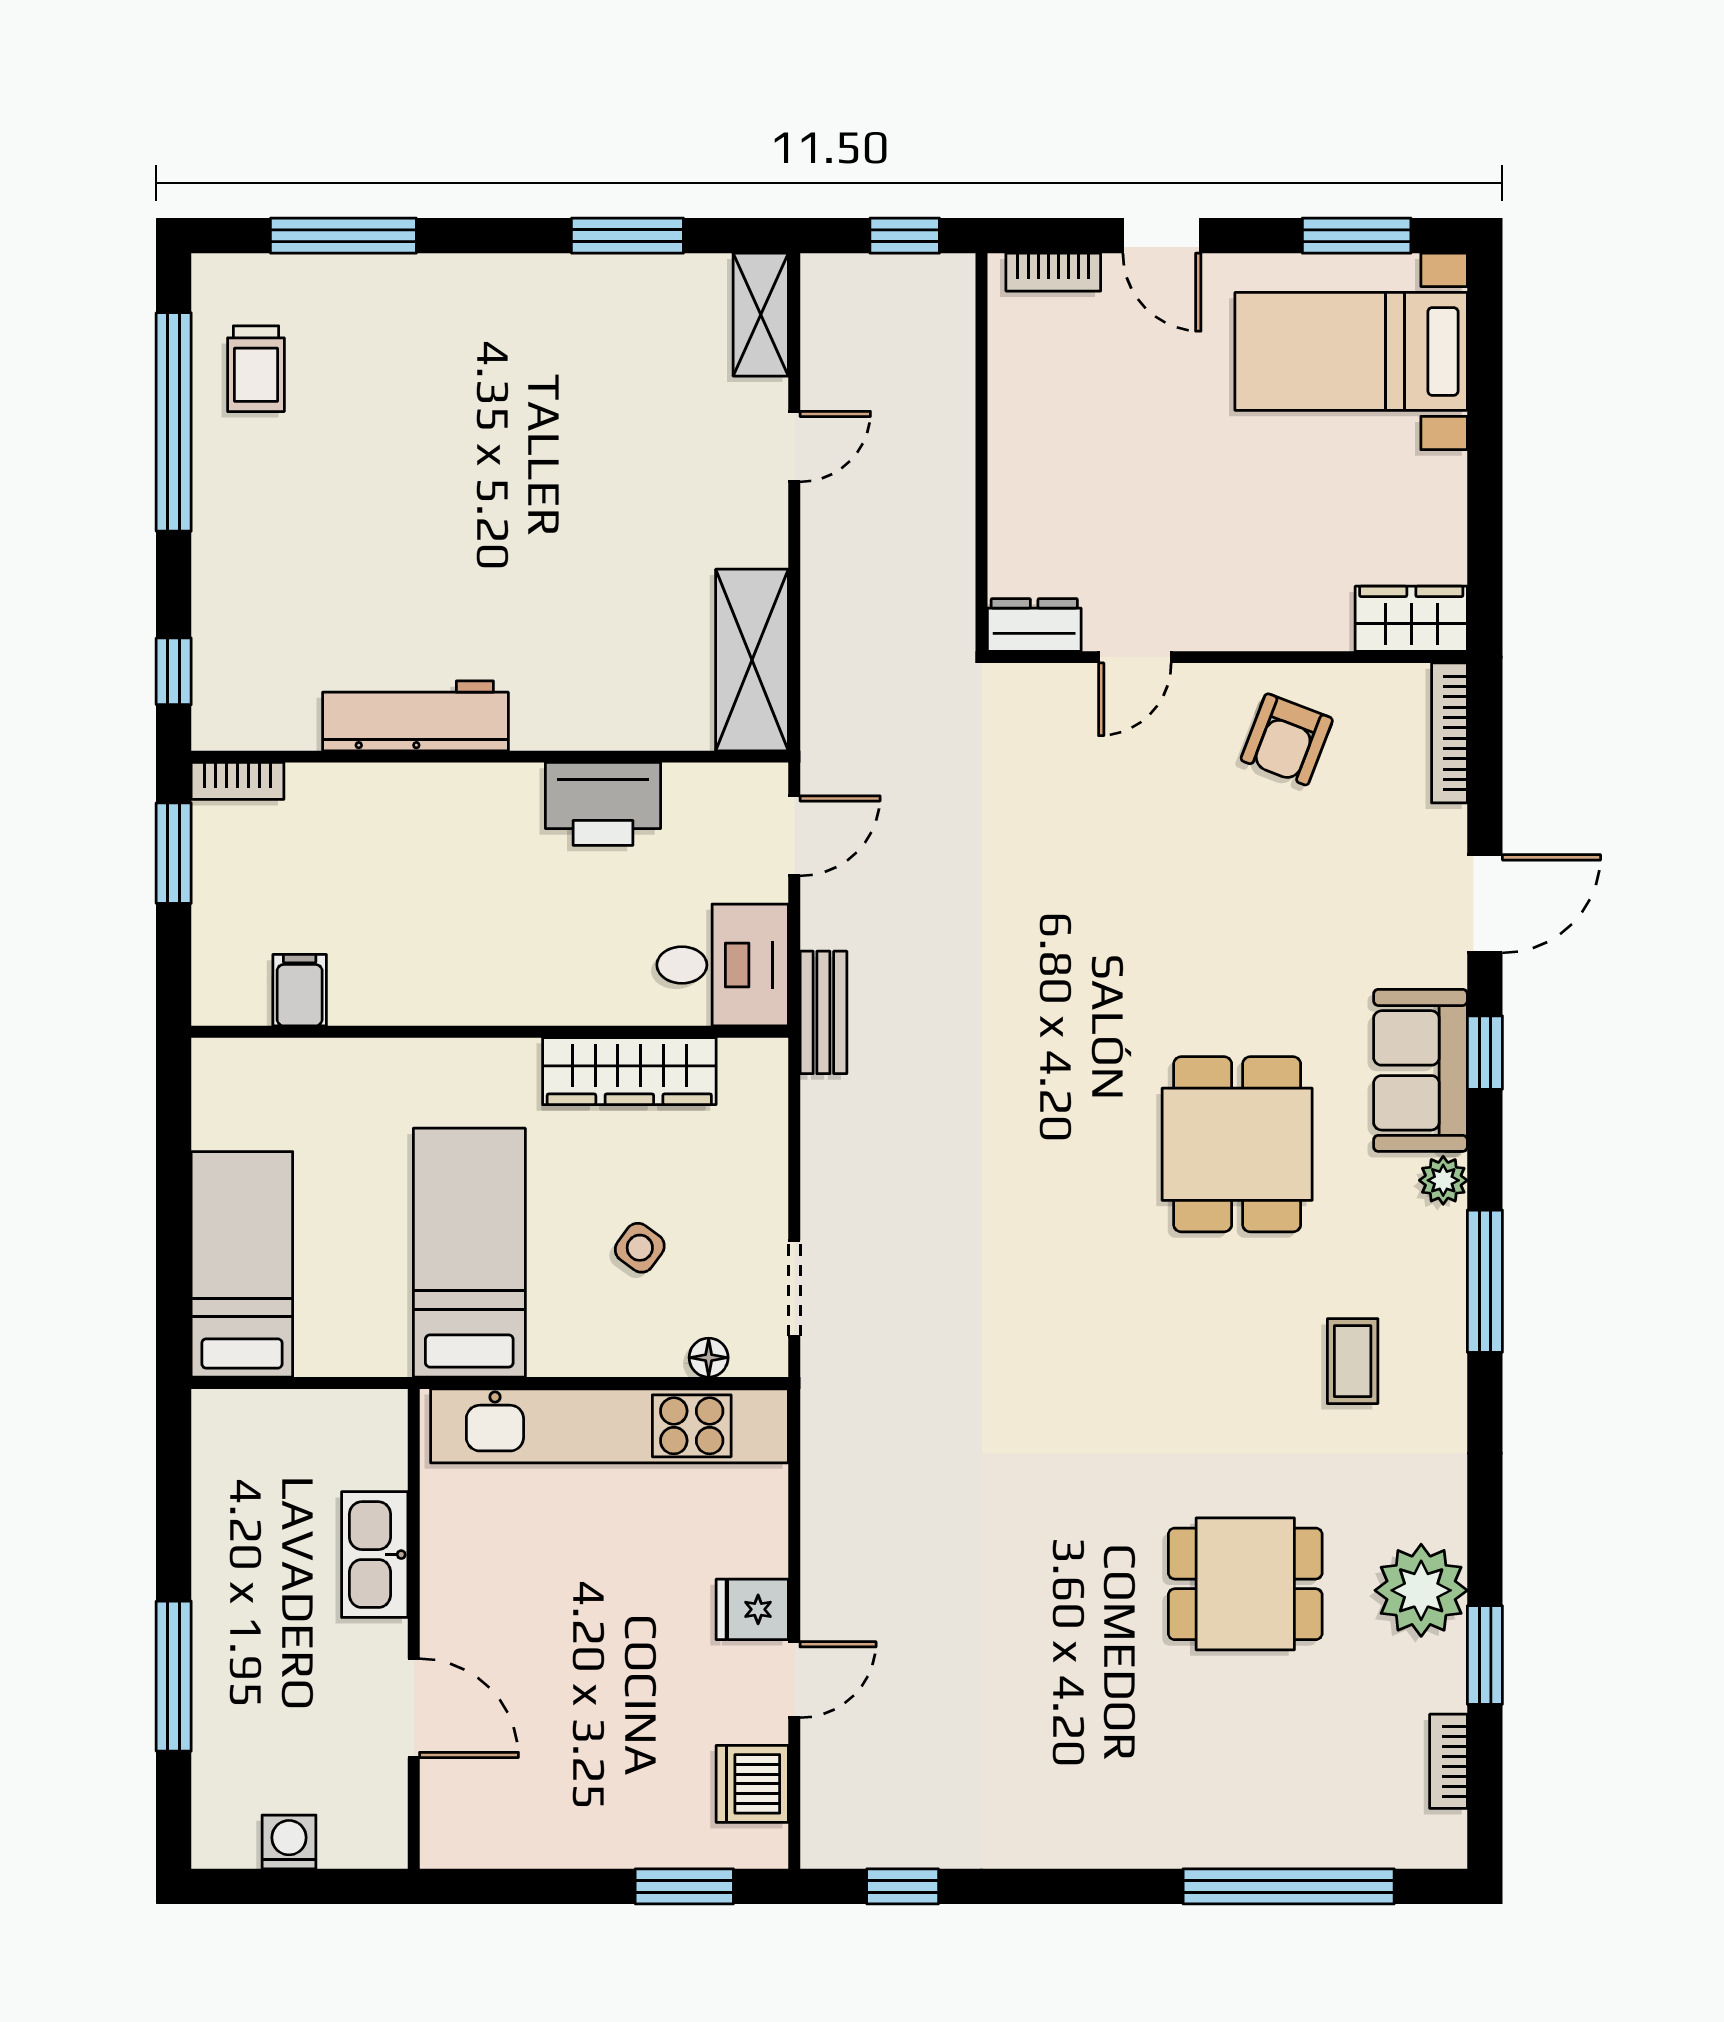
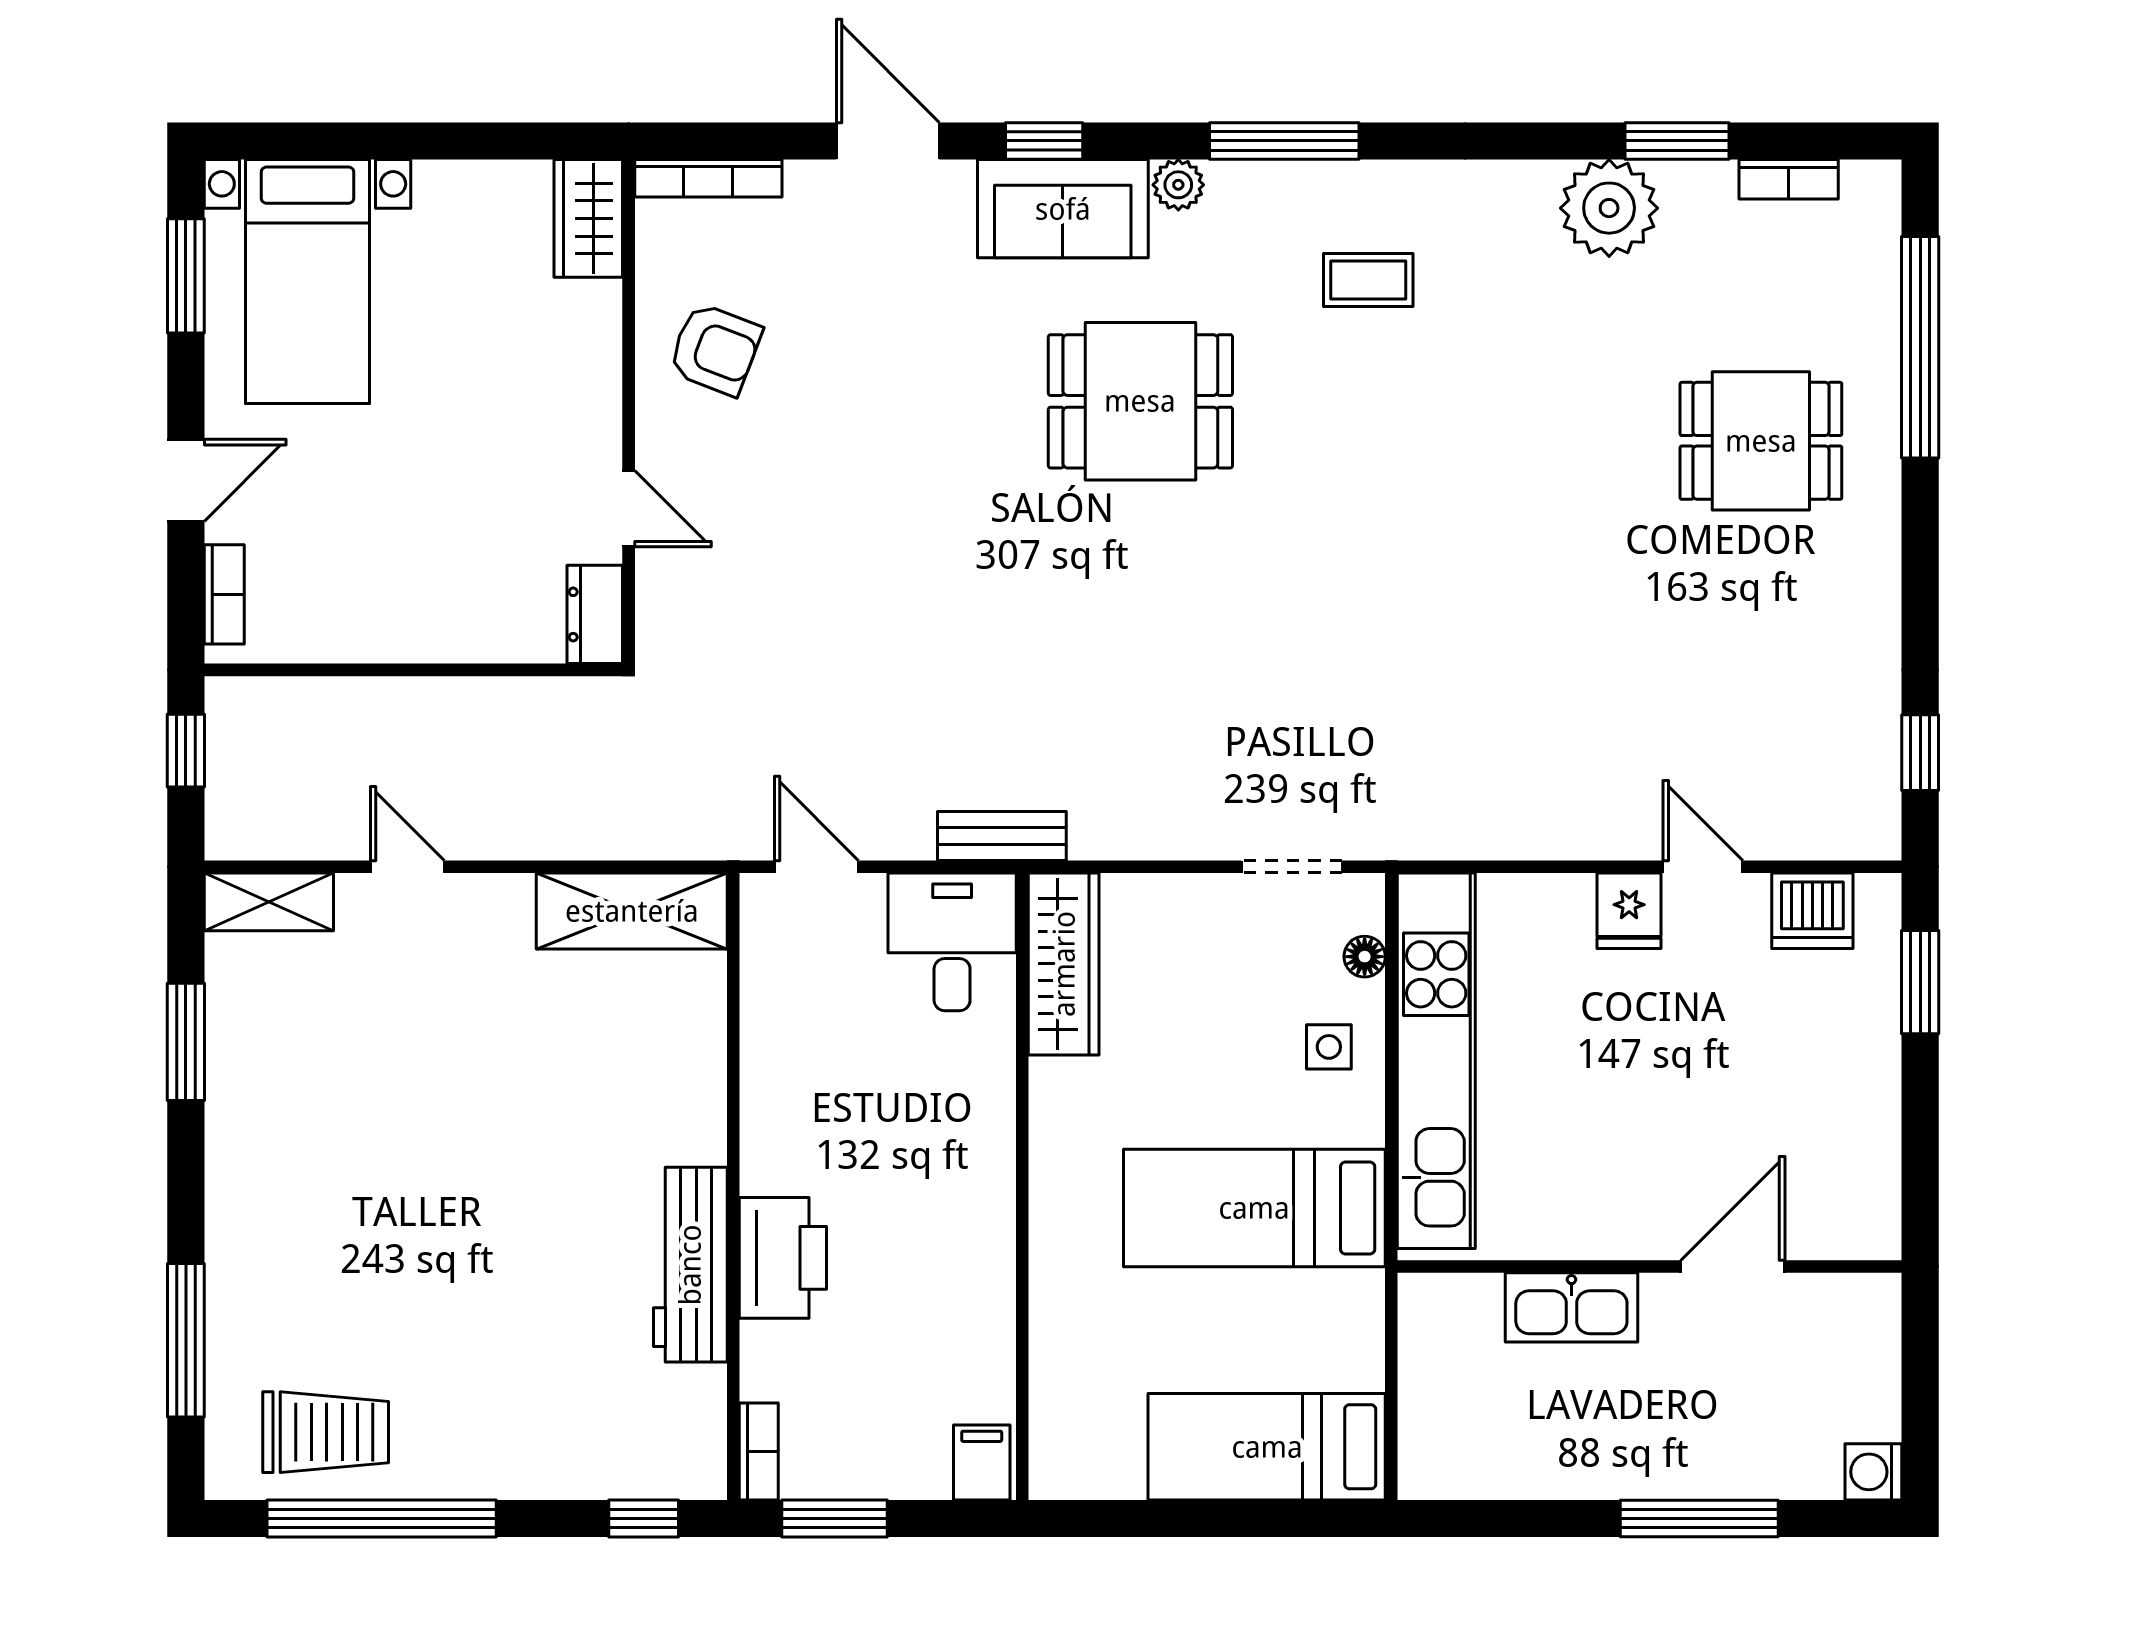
trolley: (256, 369) -> (326, 1432), width x1.36, depth x1.39
printer: (603, 804) -> (783, 1258), moved
filing cabinet: (300, 990) -> (982, 1463), moved, turned 90
wardrobe: (629, 1071) -> (1064, 964), moved
side table: (640, 1248) -> (1329, 1047), moved, turned -36
dining table: (1245, 1584) -> (1761, 441), moved, turned 90
washing machine: (289, 1842) -> (1873, 1472), moved

